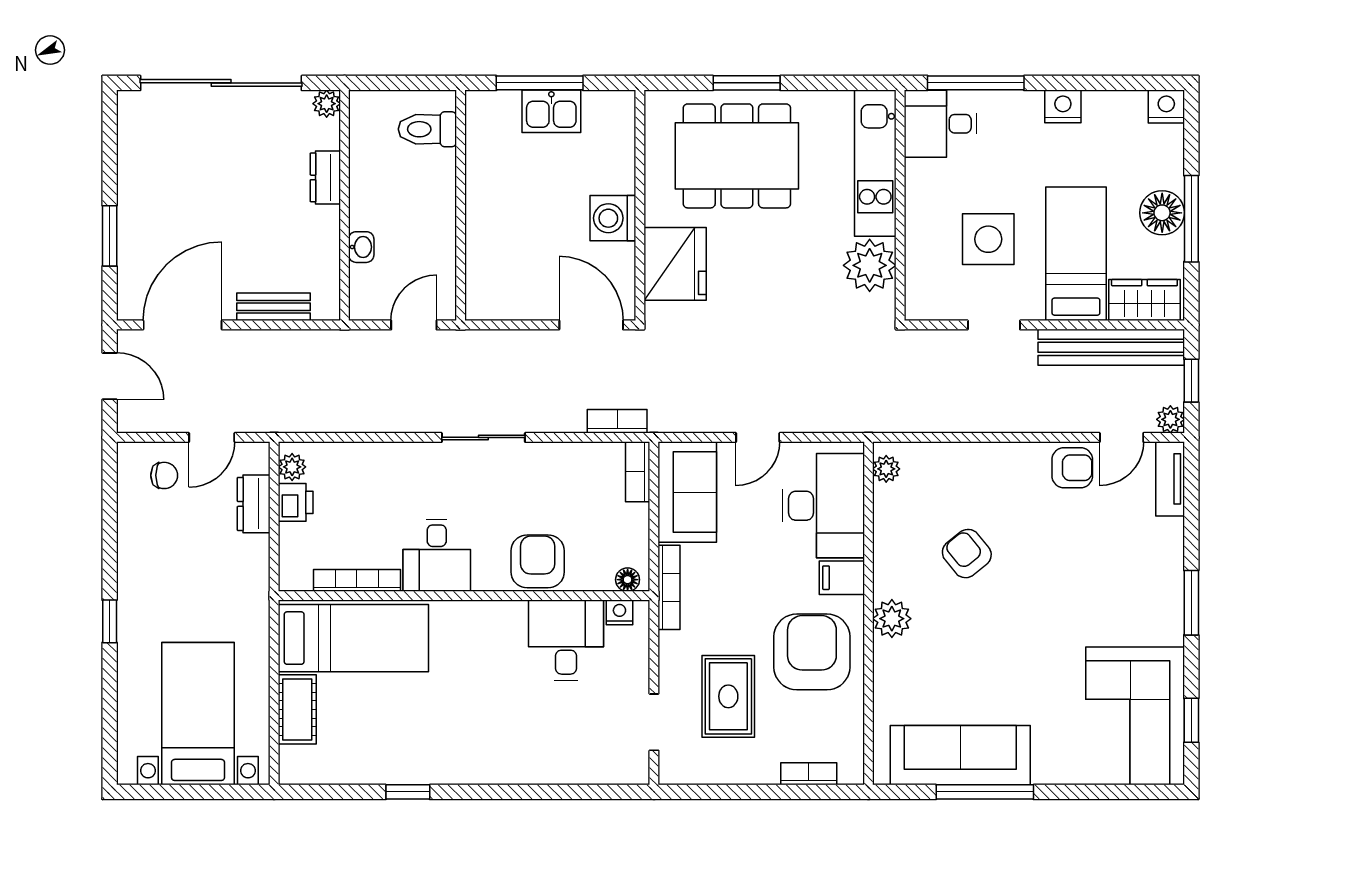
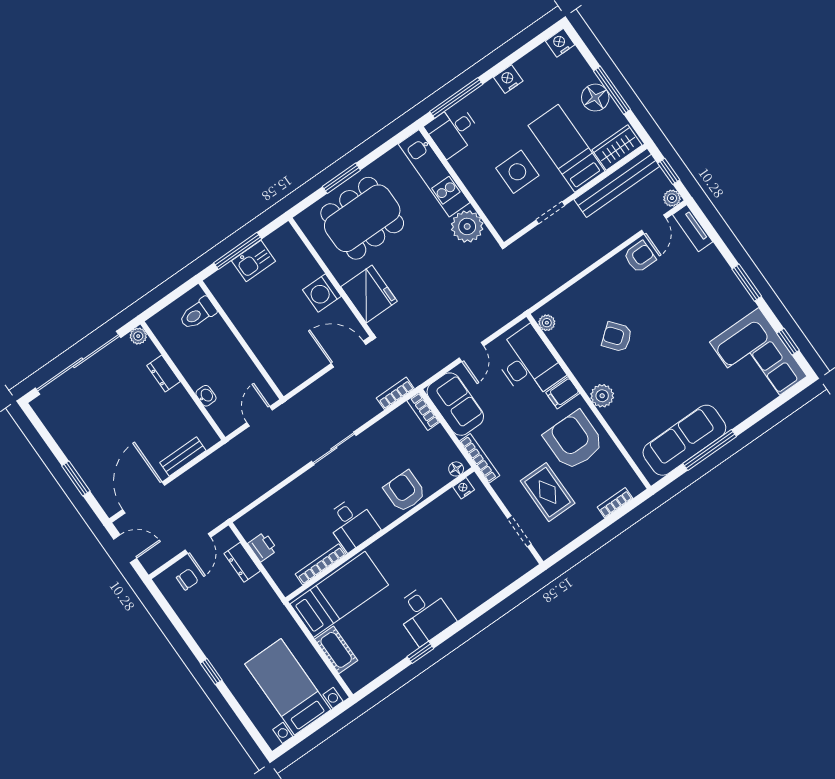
plant: (292, 467) -> (248, 530), removed
desk: (566, 640) -> (424, 614), moved, turned 180

